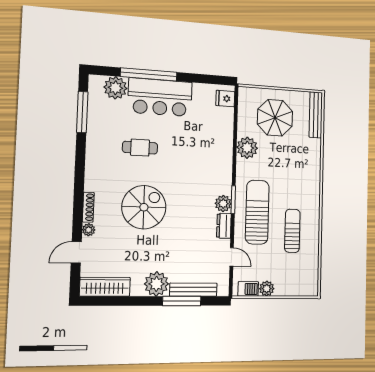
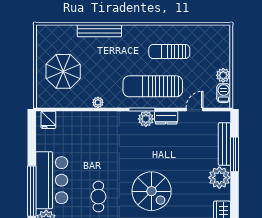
bench: (316, 115) -> (99, 31), moved
plant: (247, 148) -> (98, 102), width x0.53, depth x0.53
spiral stairs: (144, 207) -> (152, 191), turned 180

